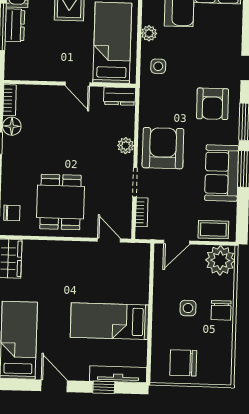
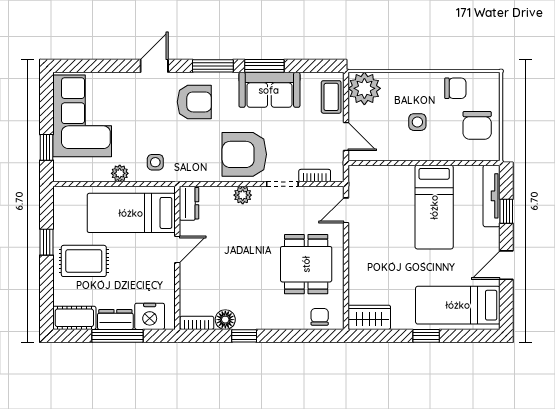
nightstand: (17, 57) -> (150, 316), added
dining table: (60, 202) -> (306, 264), turned 90
chair: (221, 310) -> (455, 88), moved

